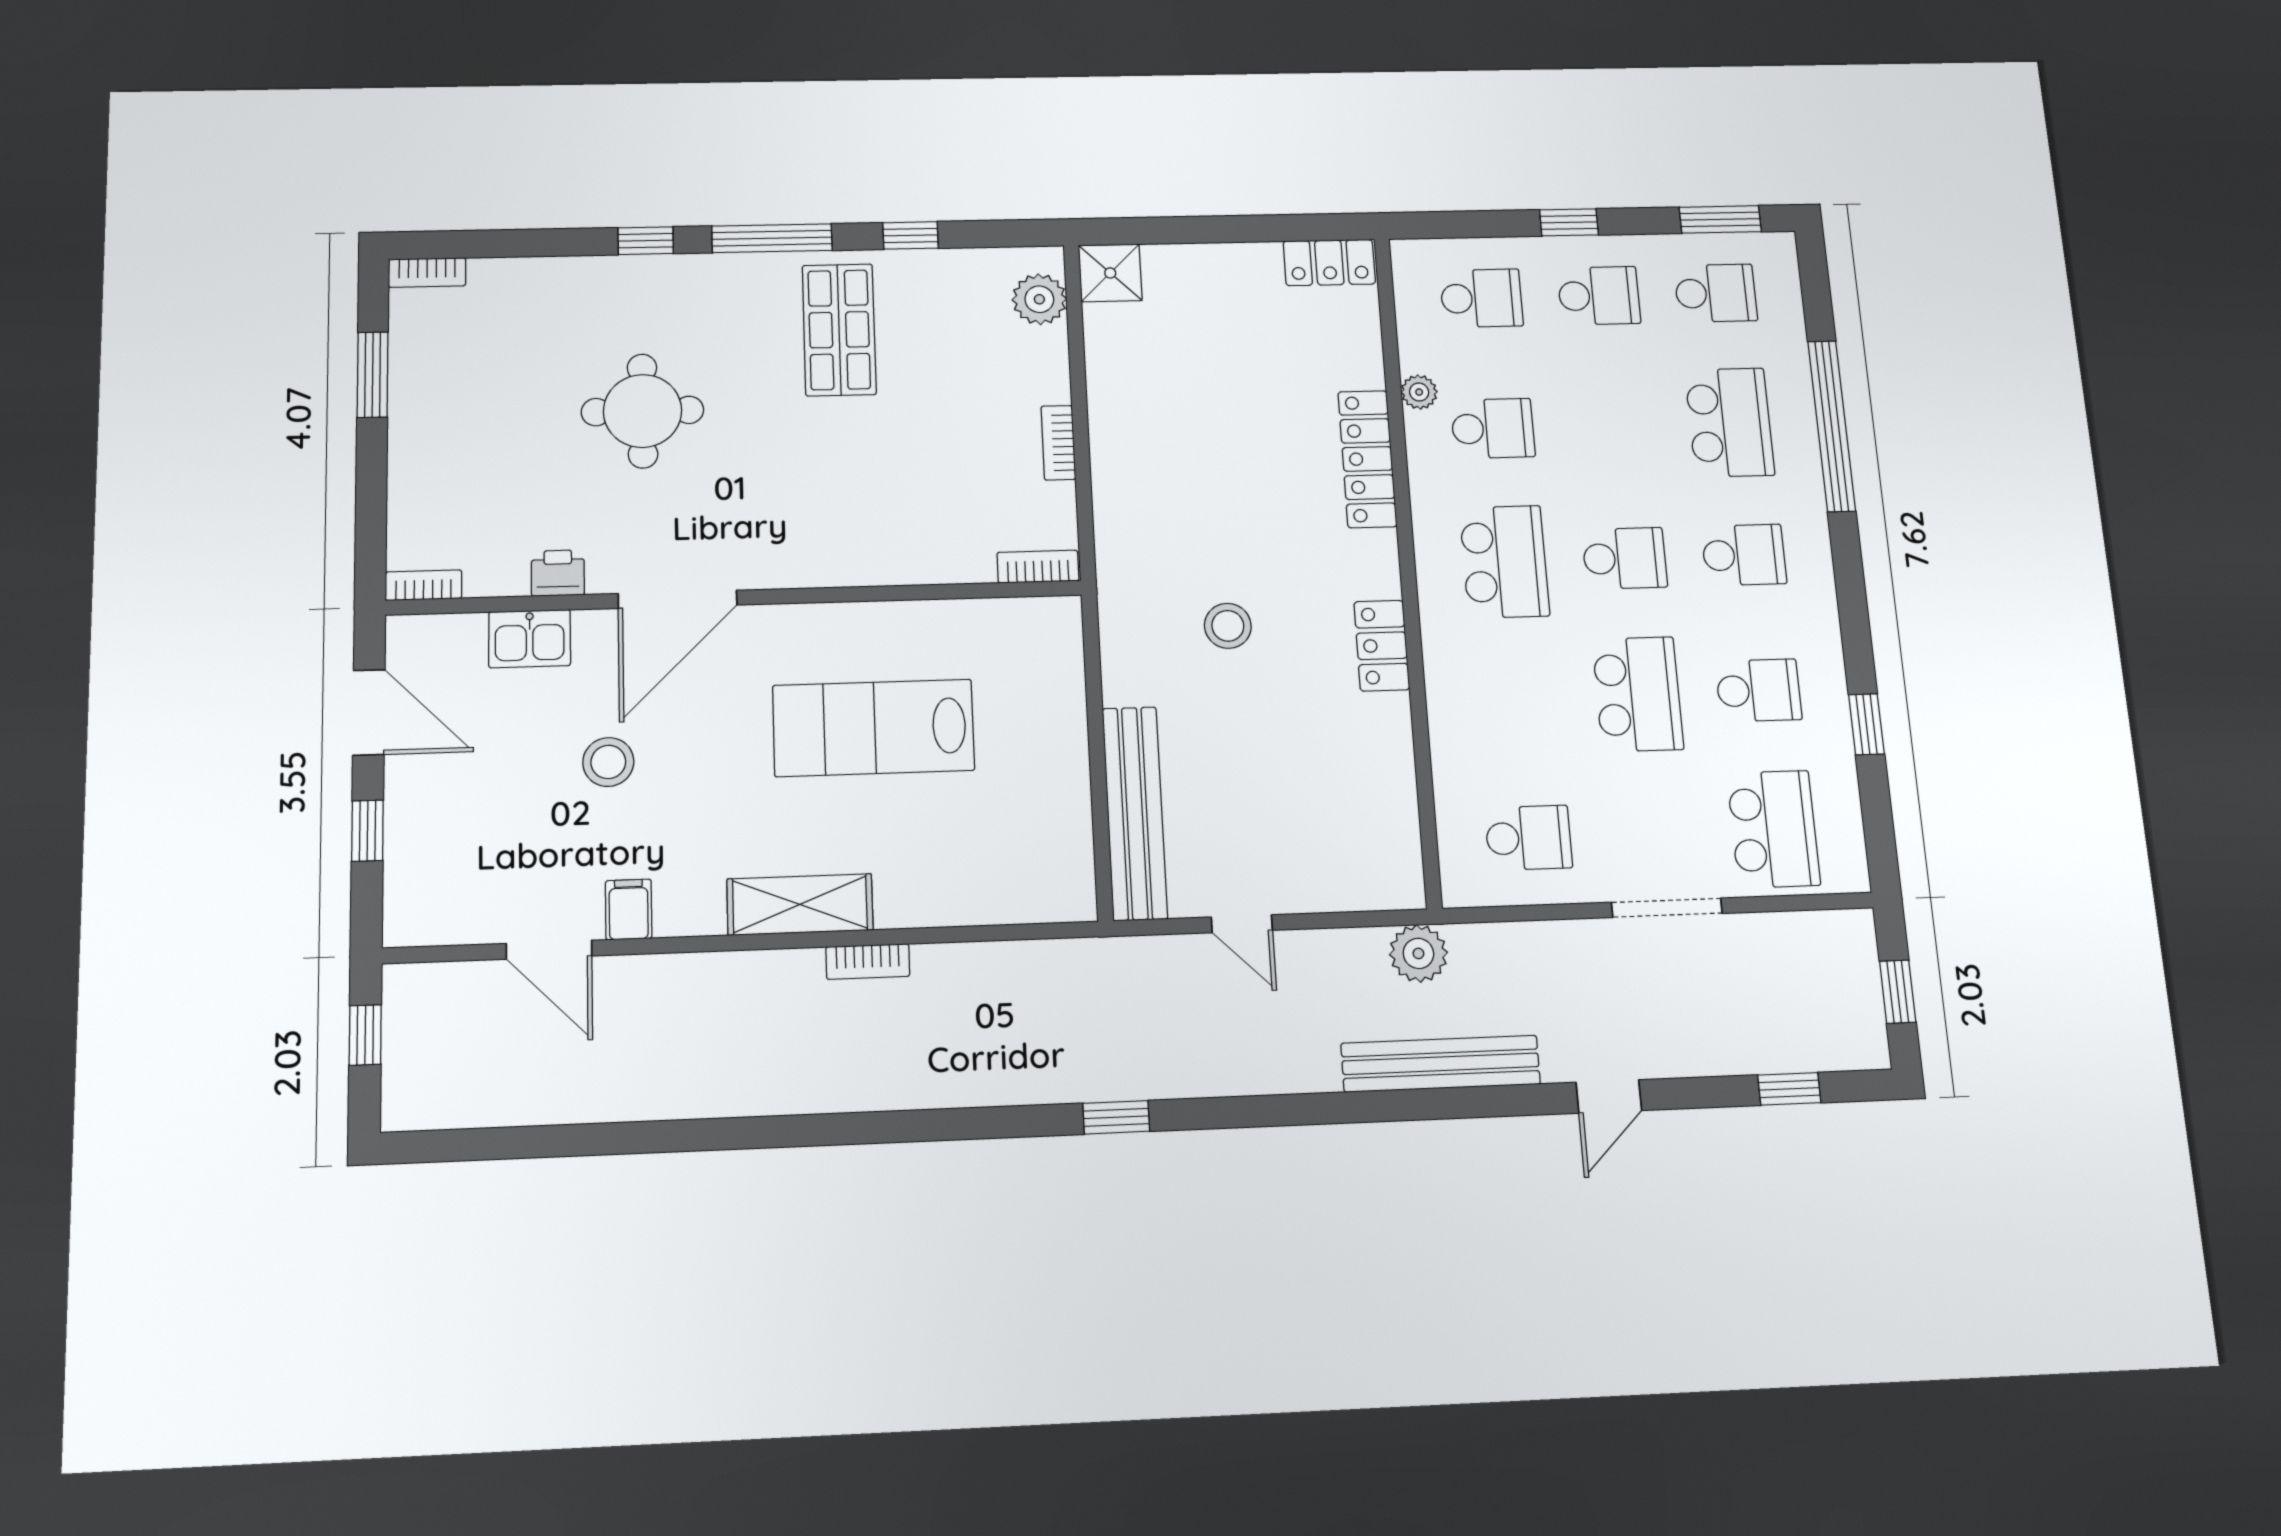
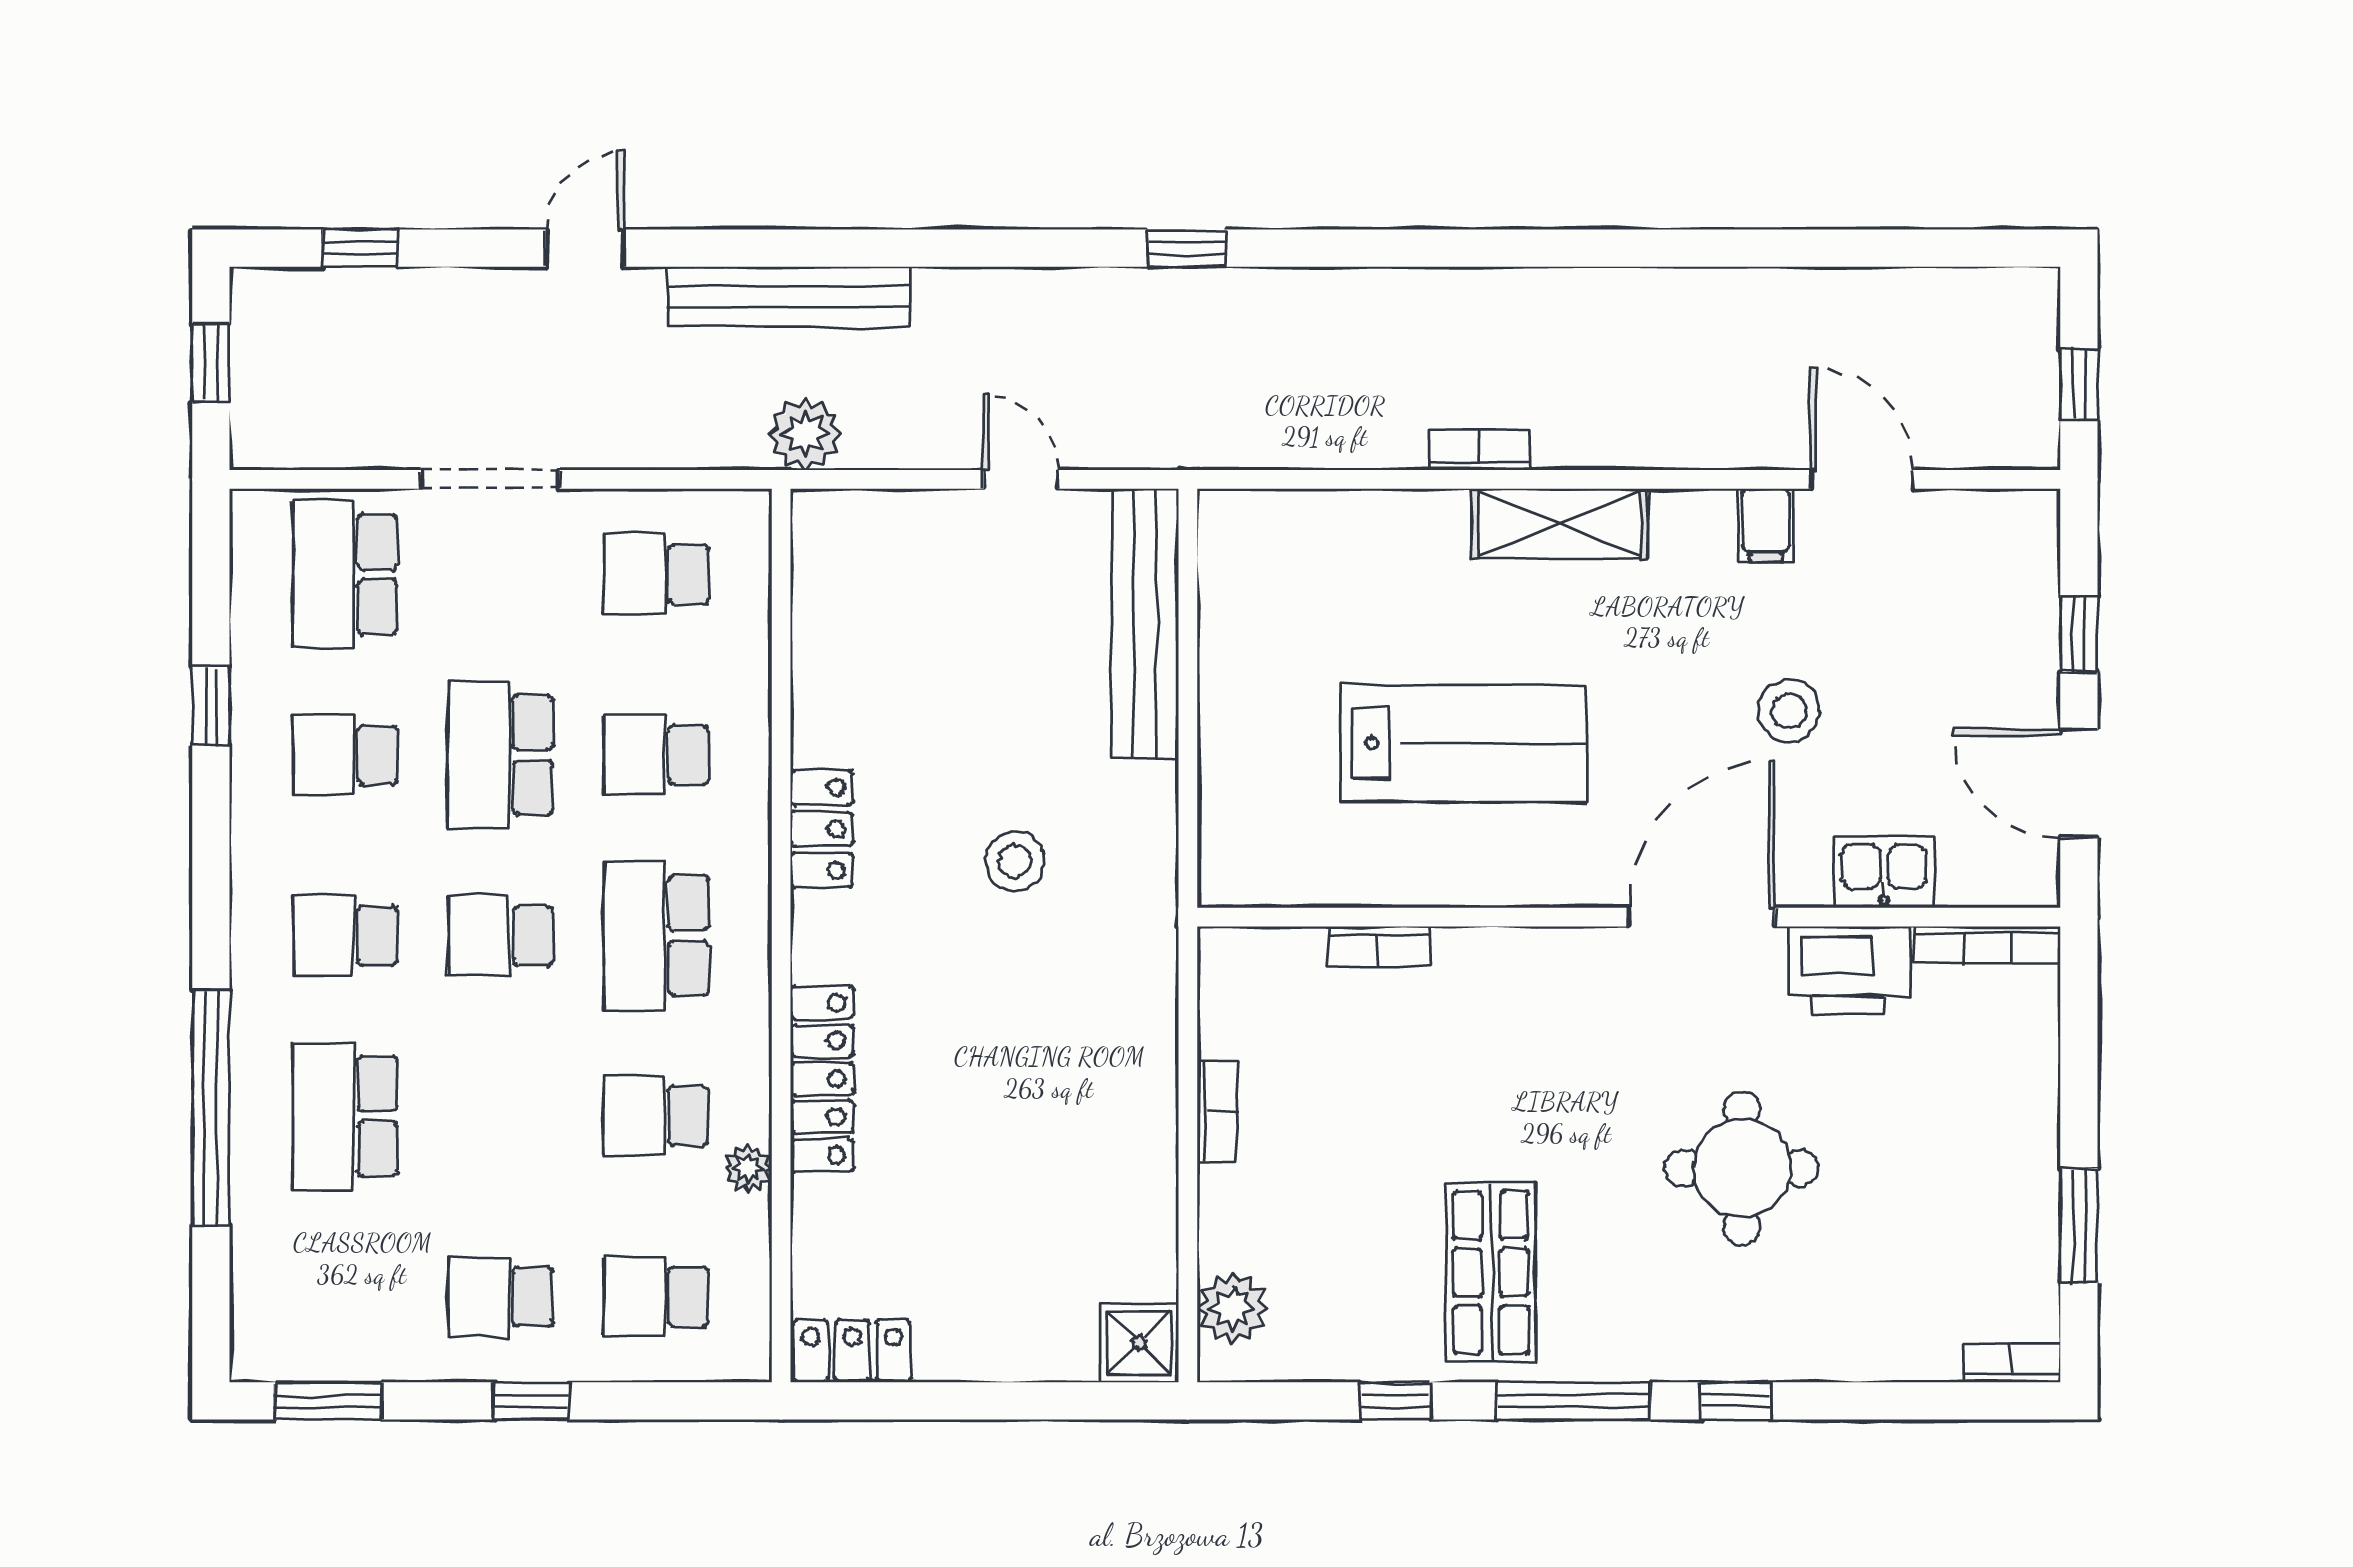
school desk: (1716, 293) -> (656, 755), moved
bookcase: (1038, 567) -> (1378, 947), moved
printer: (558, 573) -> (1849, 970), width x1.87, depth x1.48
bookcase: (423, 585) -> (1987, 945), width x1.56

